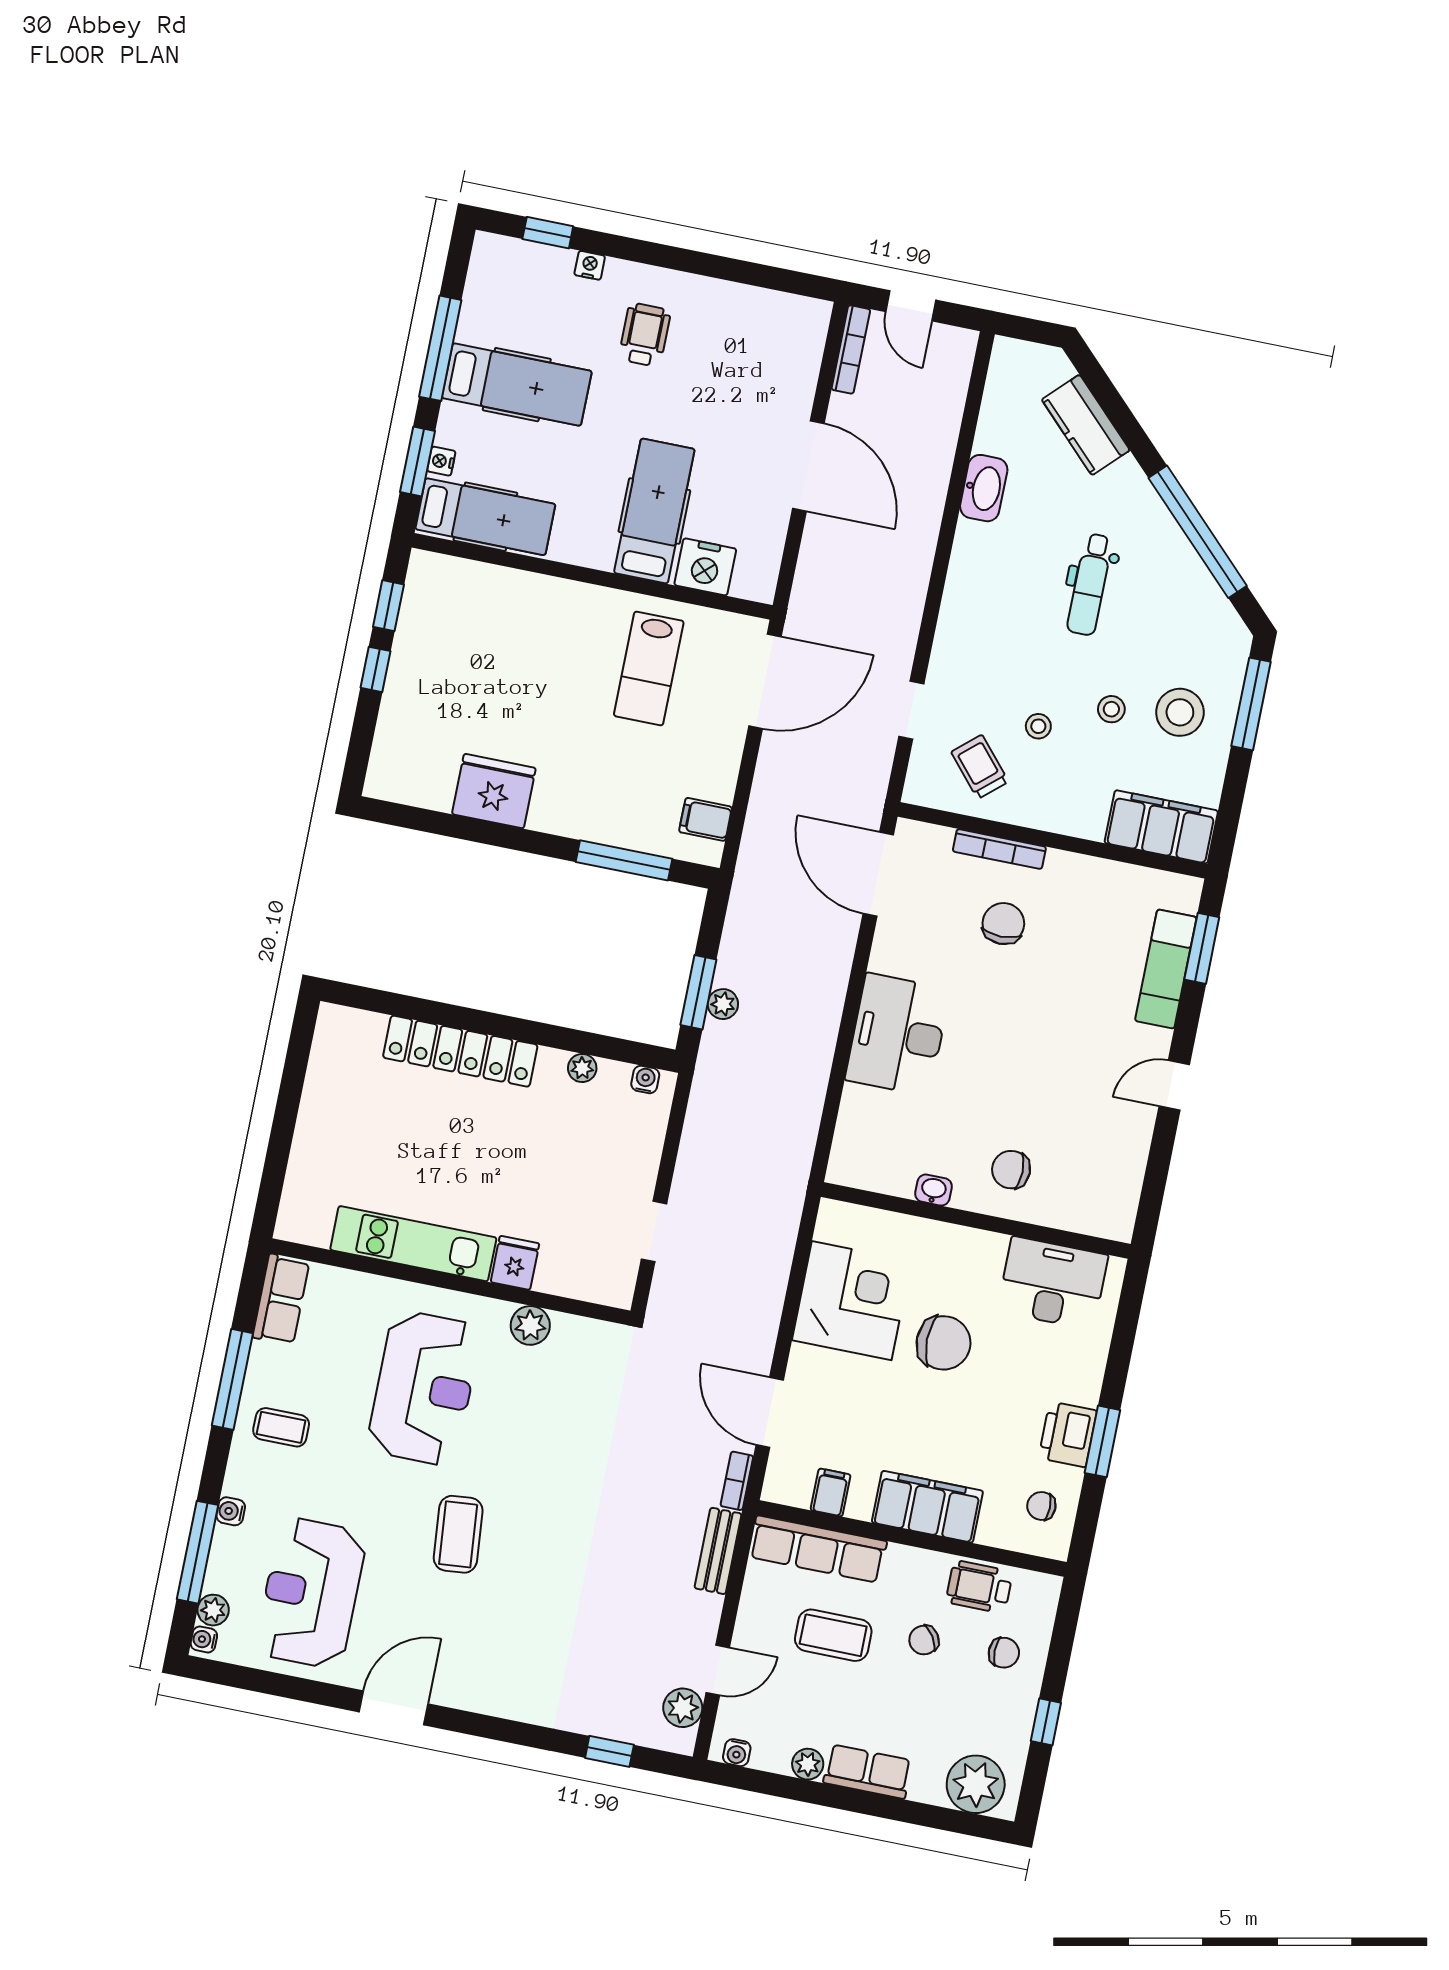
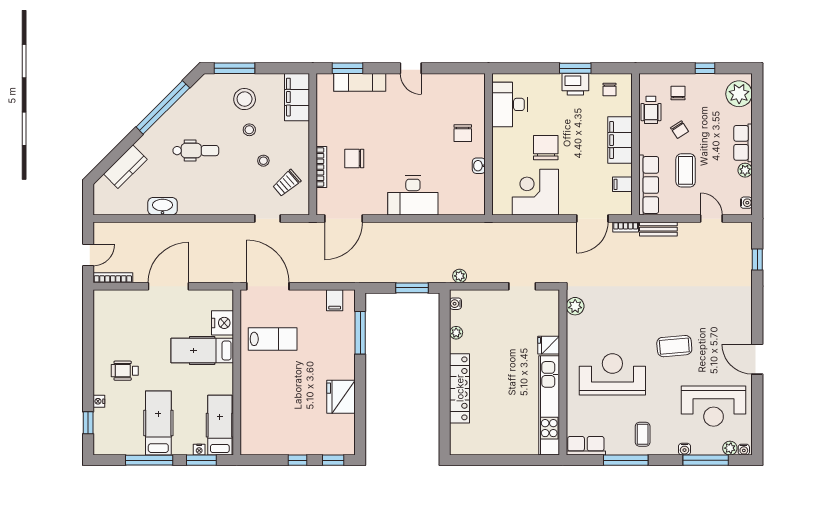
window: (388, 606) -> (333, 460), moved
plant: (723, 1004) -> (460, 276), moved
kitchen unit: (413, 1244) -> (549, 405), width x1.36
plant: (530, 1325) -> (575, 306), moved
plant: (683, 1708) -> (731, 231), removed

